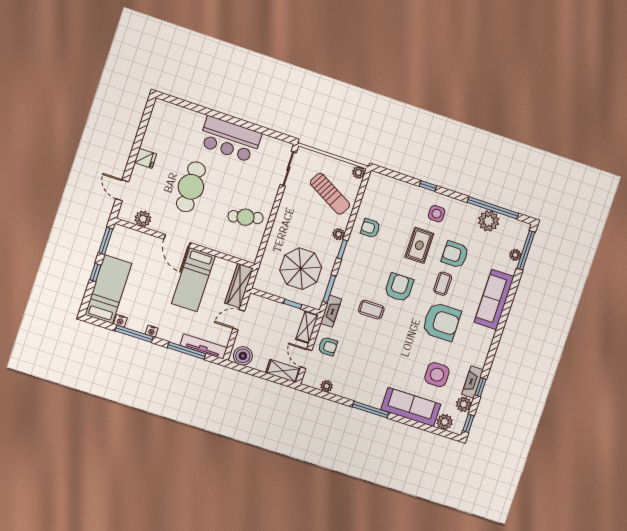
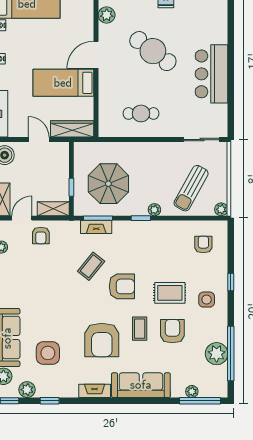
cafe table: (191, 187) -> (153, 51), turned 37
cafe table: (246, 217) -> (141, 113), turned -76
armchair: (370, 228) -> (203, 245), moved
coffee table: (443, 284) -> (140, 329), turned 90
coffee table: (371, 310) -> (91, 266), turned 39
fireplace: (331, 311) -> (96, 227), moved
fireplace: (472, 382) -> (95, 391), moved

